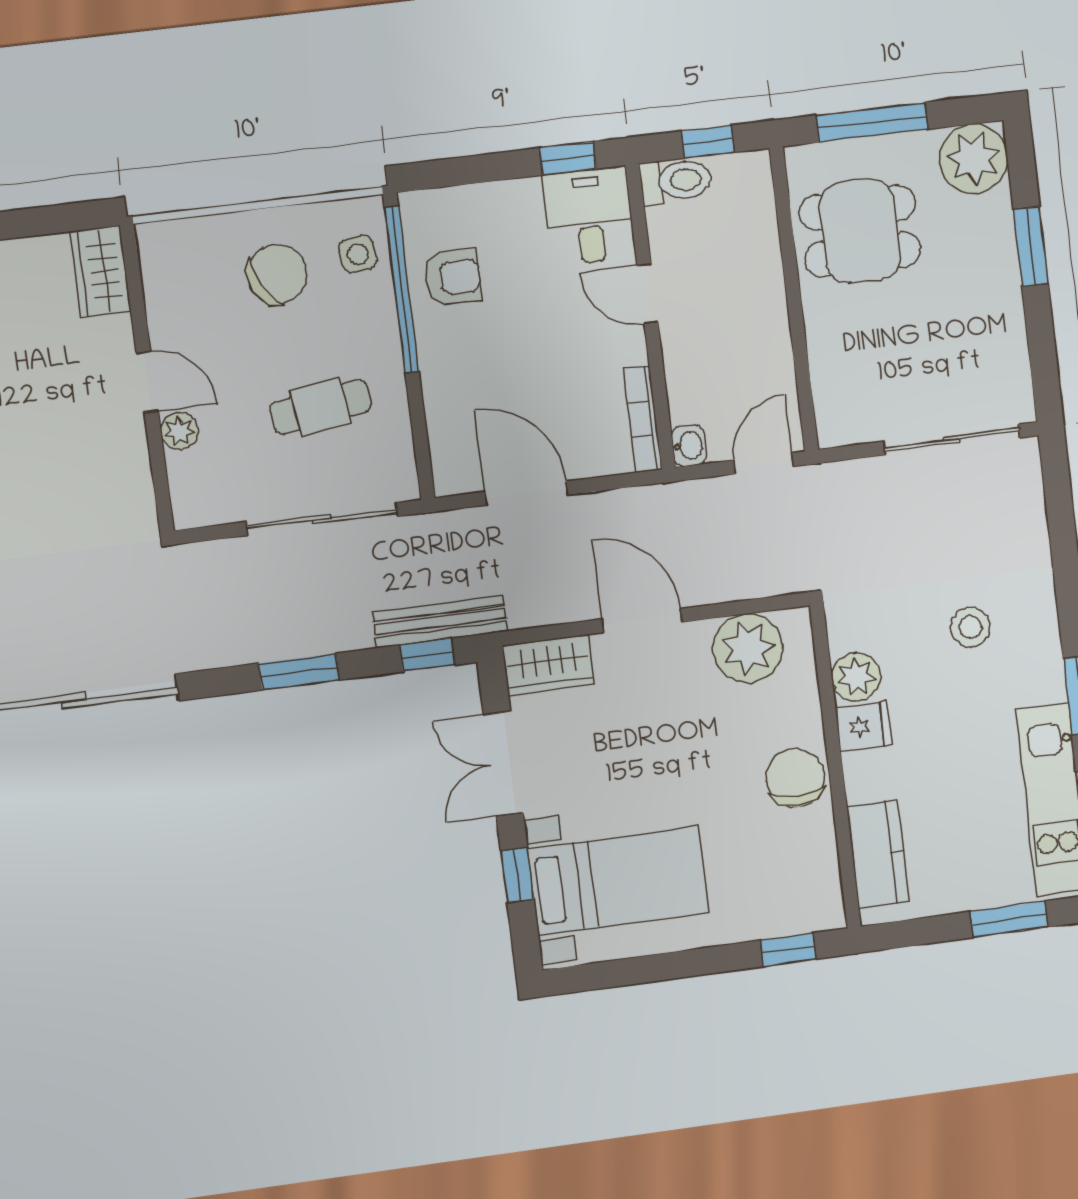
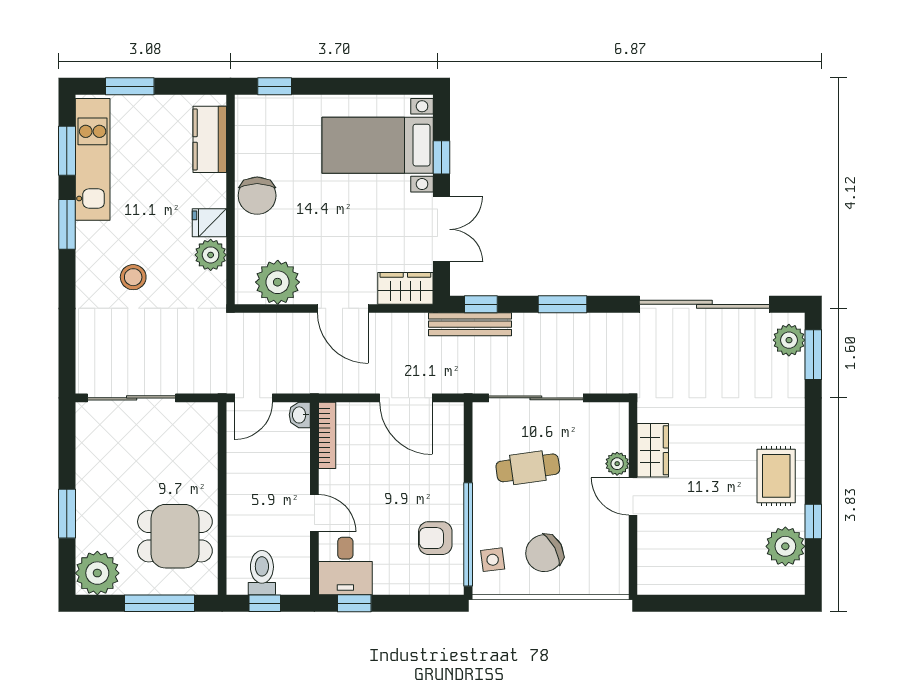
toilet: (676, 181) -> (262, 573), moved, turned 90
wardrobe: (101, 271) -> (653, 450), moved

